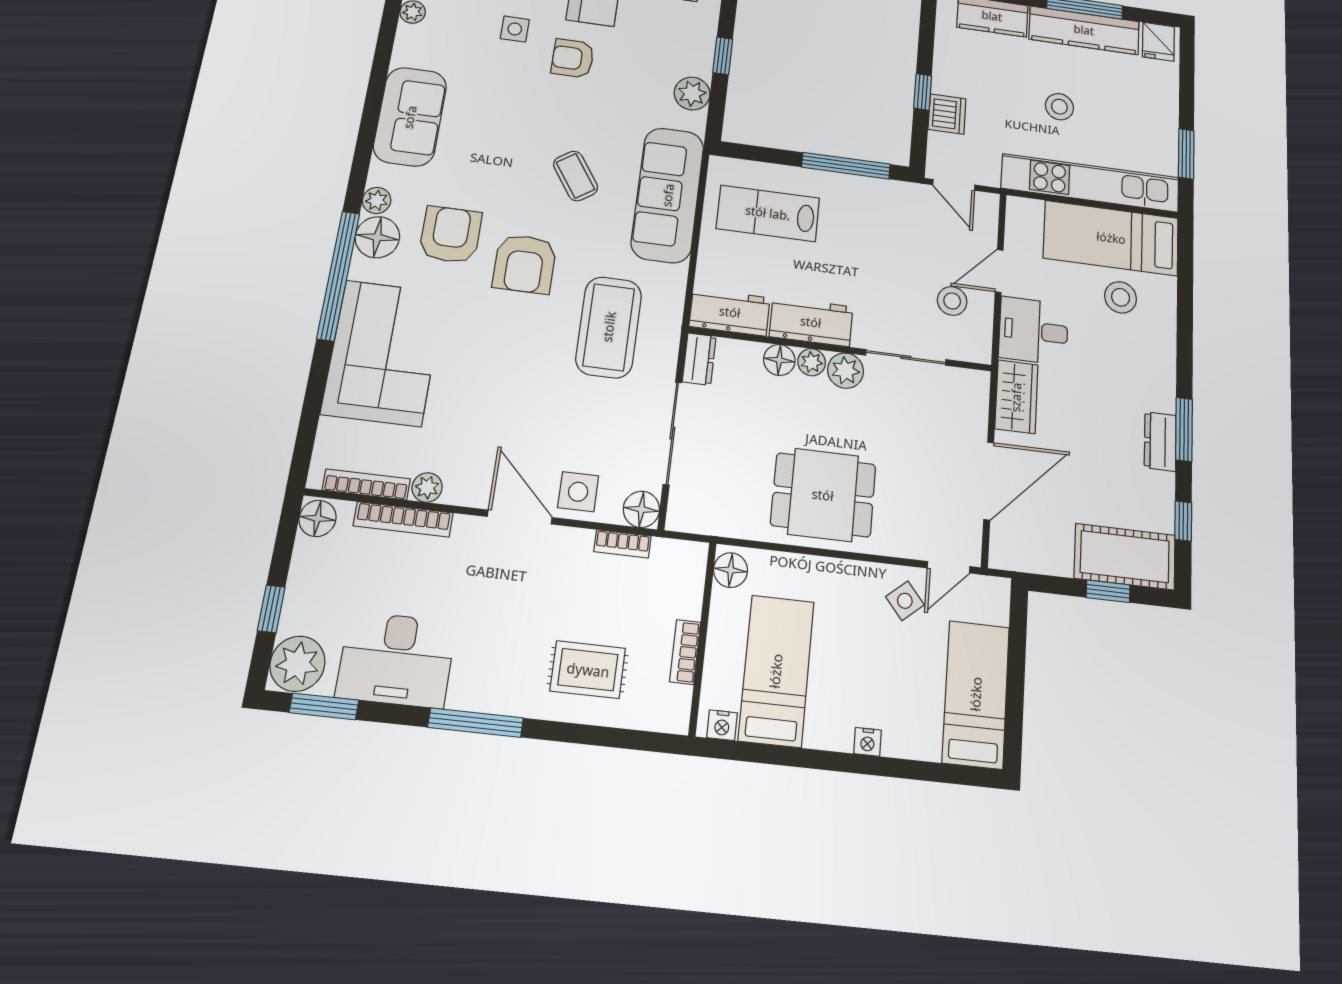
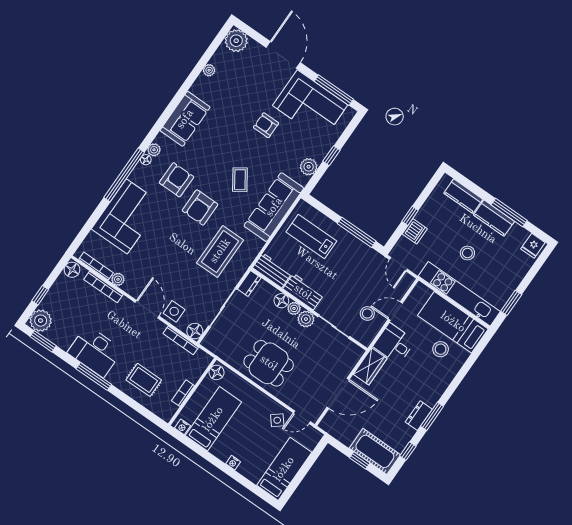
side table: (515, 29) -> (248, 99), removed
kitchen counter: (1084, 30) -> (494, 218), width x0.67
floor lamp: (377, 237) -> (146, 160), width x0.53, depth x0.53
bookcase: (623, 544) -> (181, 340), width x1.56
desk: (396, 660) -> (95, 351), moved

